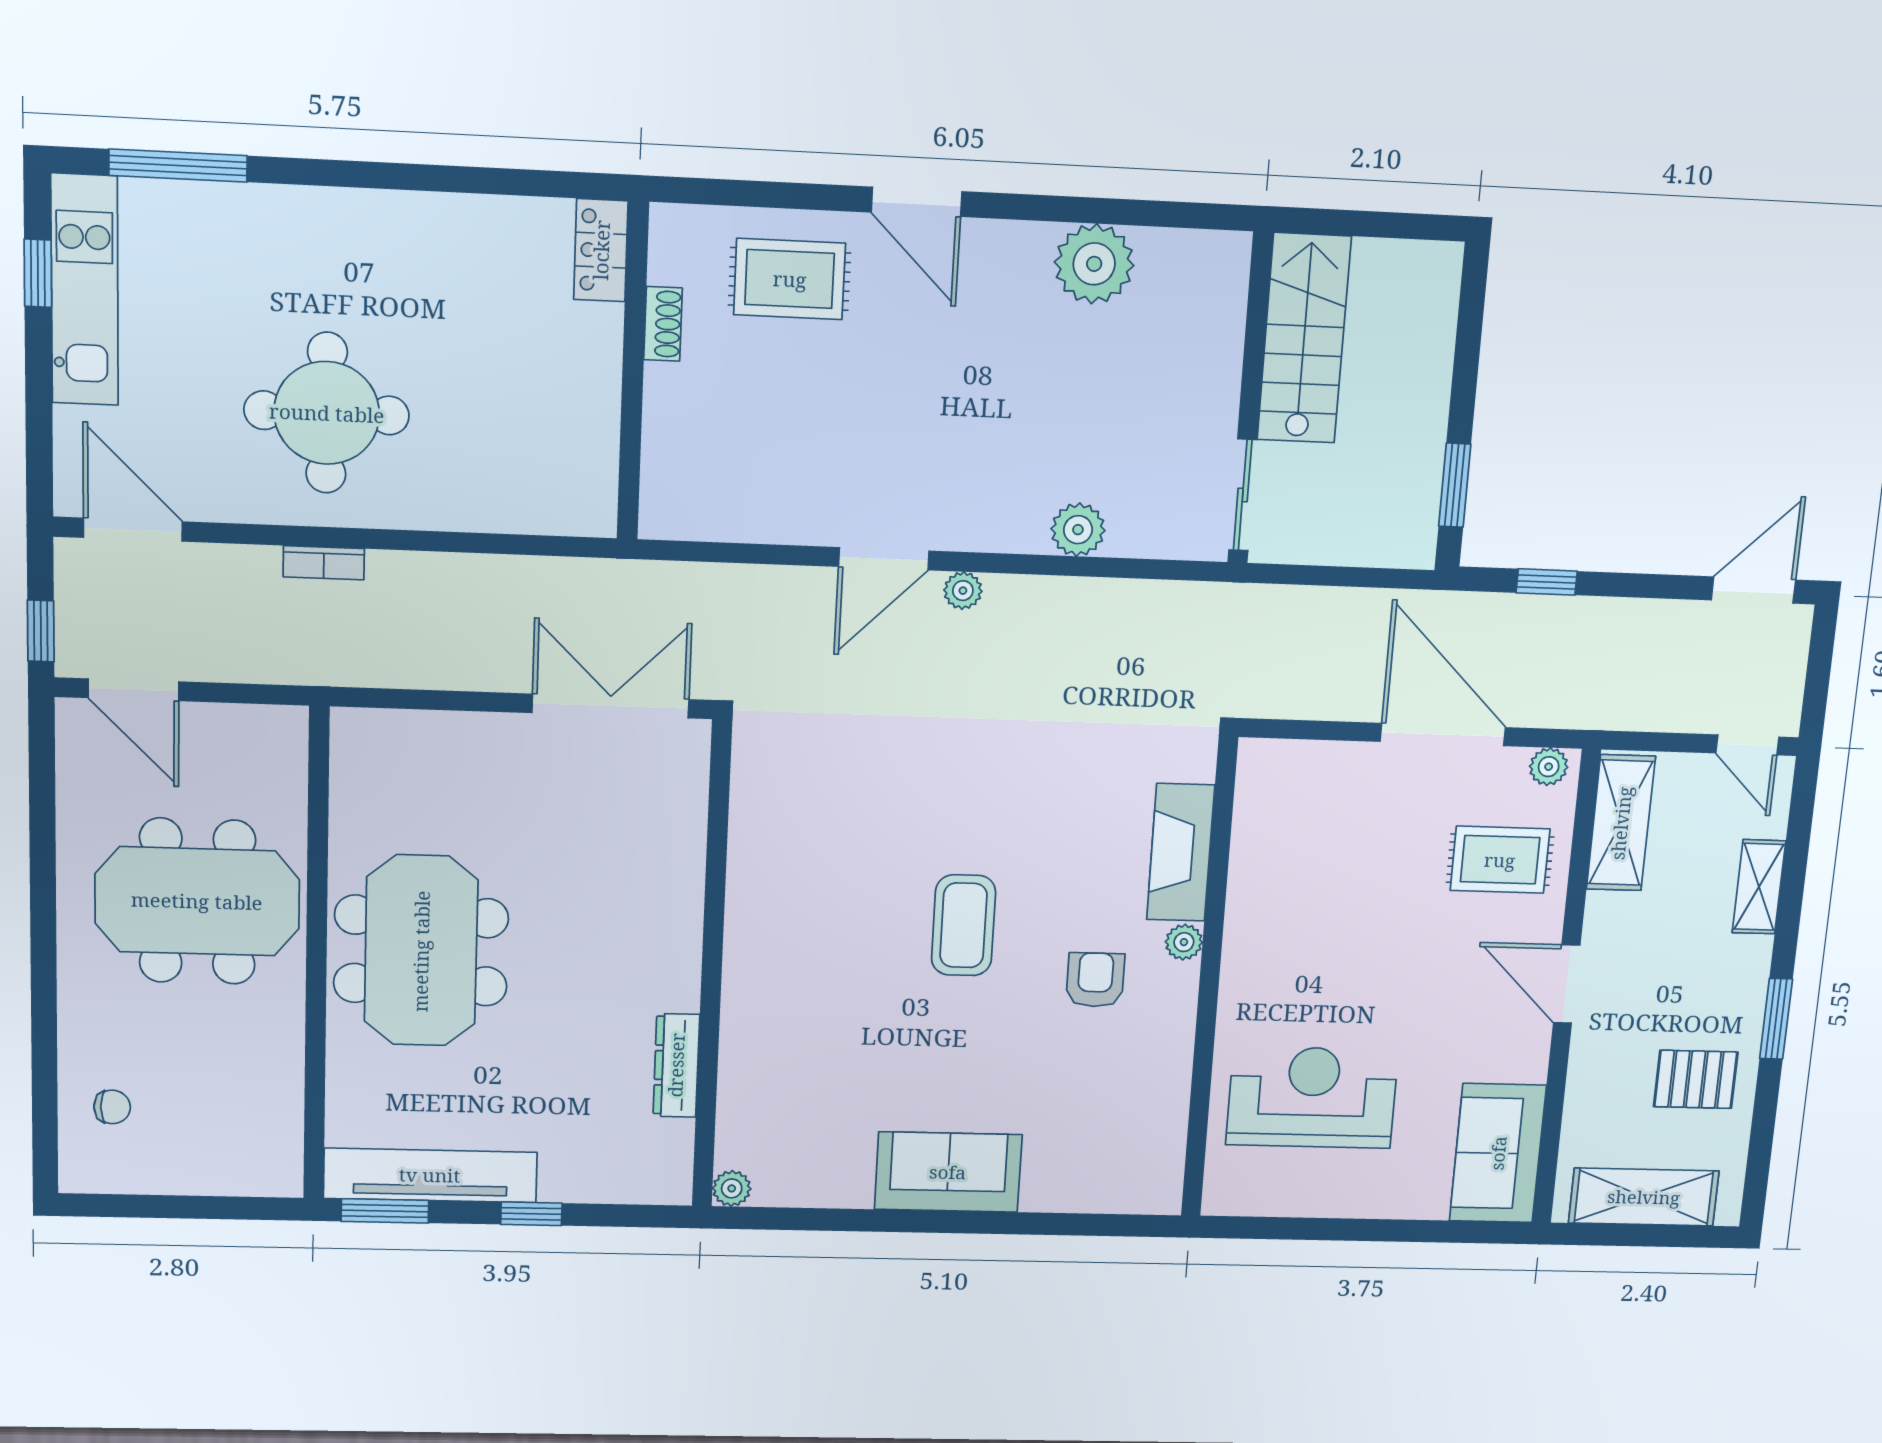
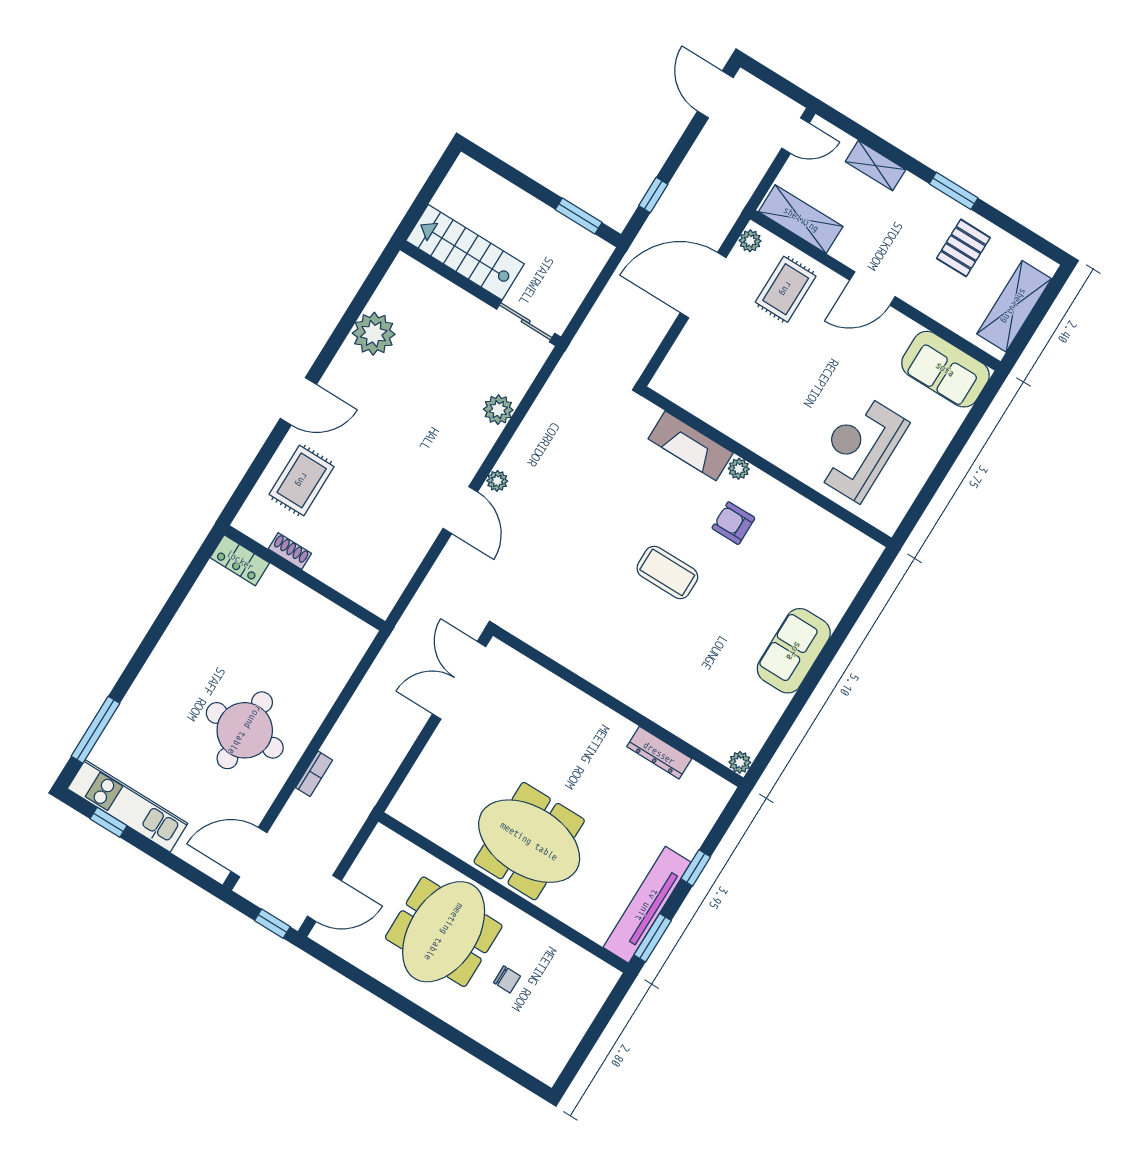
chair: (112, 1107) -> (507, 979), moved, turned 90

